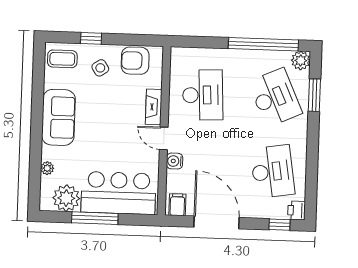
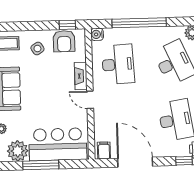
window: (91, 38) -> (67, 25), moved
window: (263, 44) -> (139, 23), moved
armchair: (135, 61) -> (64, 41), turned -90
water cooler: (175, 161) -> (97, 34), moved

